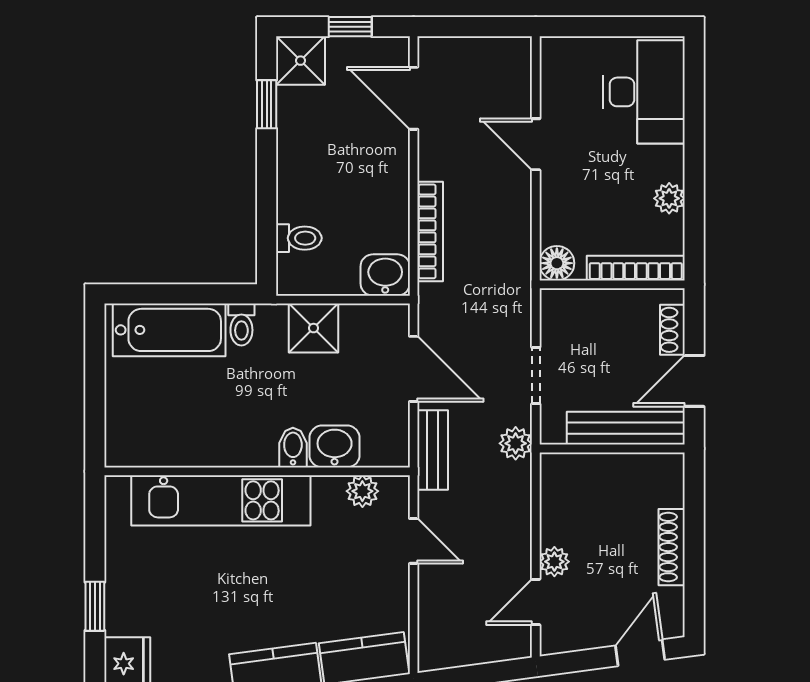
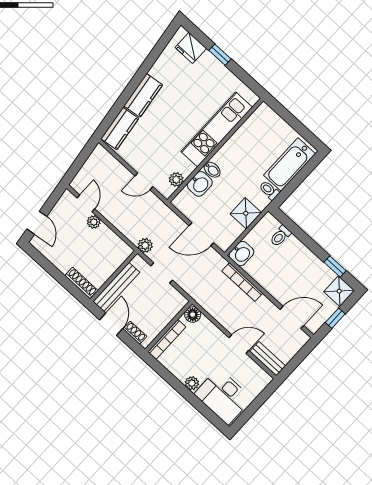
plant: (669, 198) -> (192, 383), moved
bench: (433, 450) -> (268, 359), moved
shoe rack: (672, 547) -> (81, 283), moved

